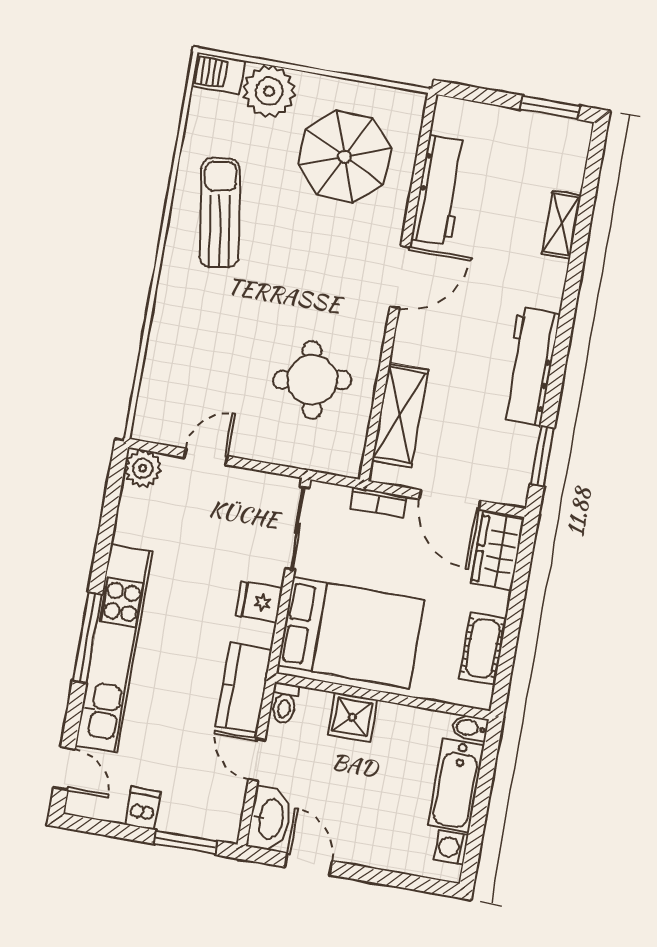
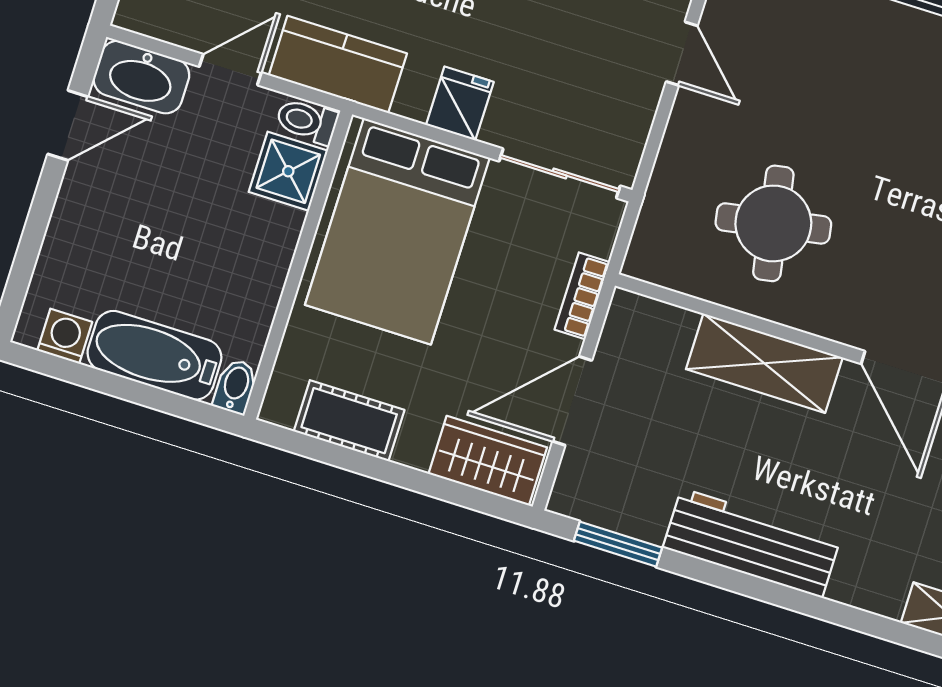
shelving: (400, 415) -> (764, 363), moved
shower: (352, 717) -> (288, 171), moved

